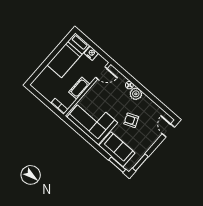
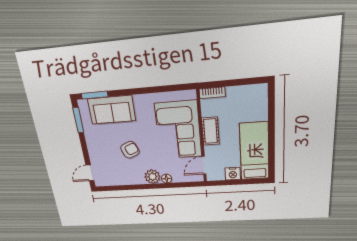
corner sofa: (92, 120) -> (178, 130), moved, turned 90
door: (168, 130) -> (90, 173), swing flipped

